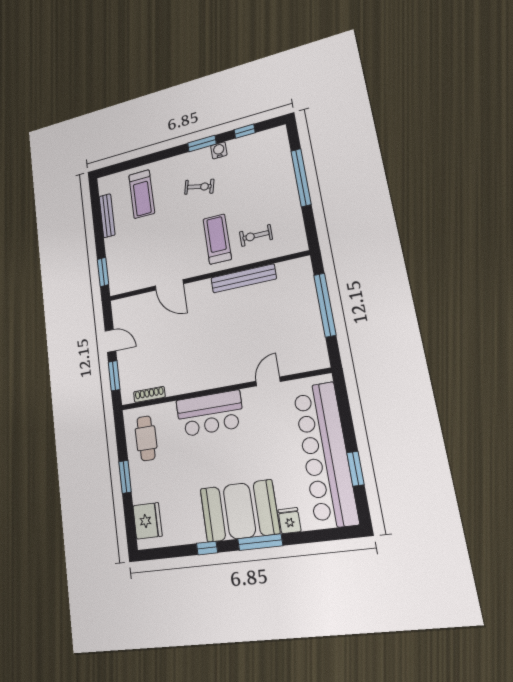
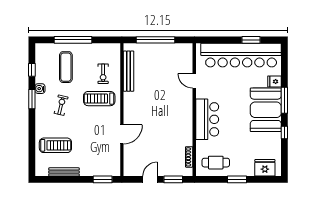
exercise mat: (257, 178) -> (66, 67), added
bench: (243, 278) -> (129, 71), moved

